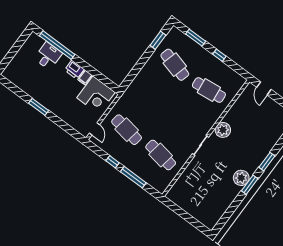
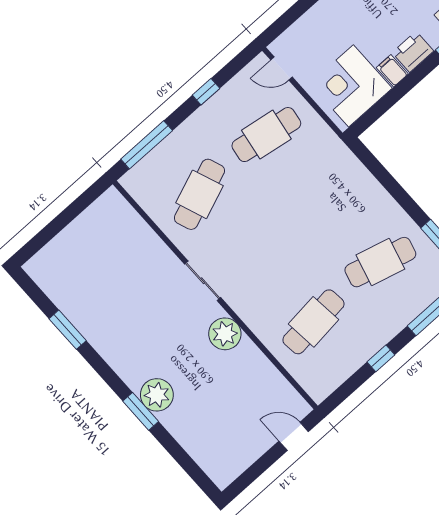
cafe table: (161, 155) -> (199, 194), turned -30
window: (133, 177) -> (147, 145), moved
plant: (241, 178) -> (157, 395), moved
window: (250, 185) -> (68, 330), moved

